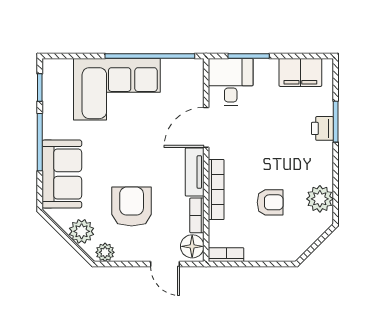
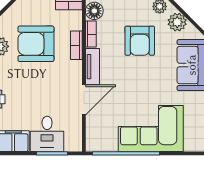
desk: (231, 82) -> (47, 134), moved
bookcase: (216, 190) -> (76, 45), width x0.64
armchair: (270, 202) -> (36, 44), width x1.88, depth x1.88

